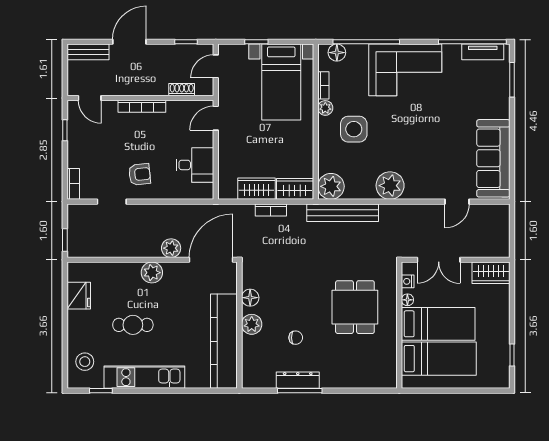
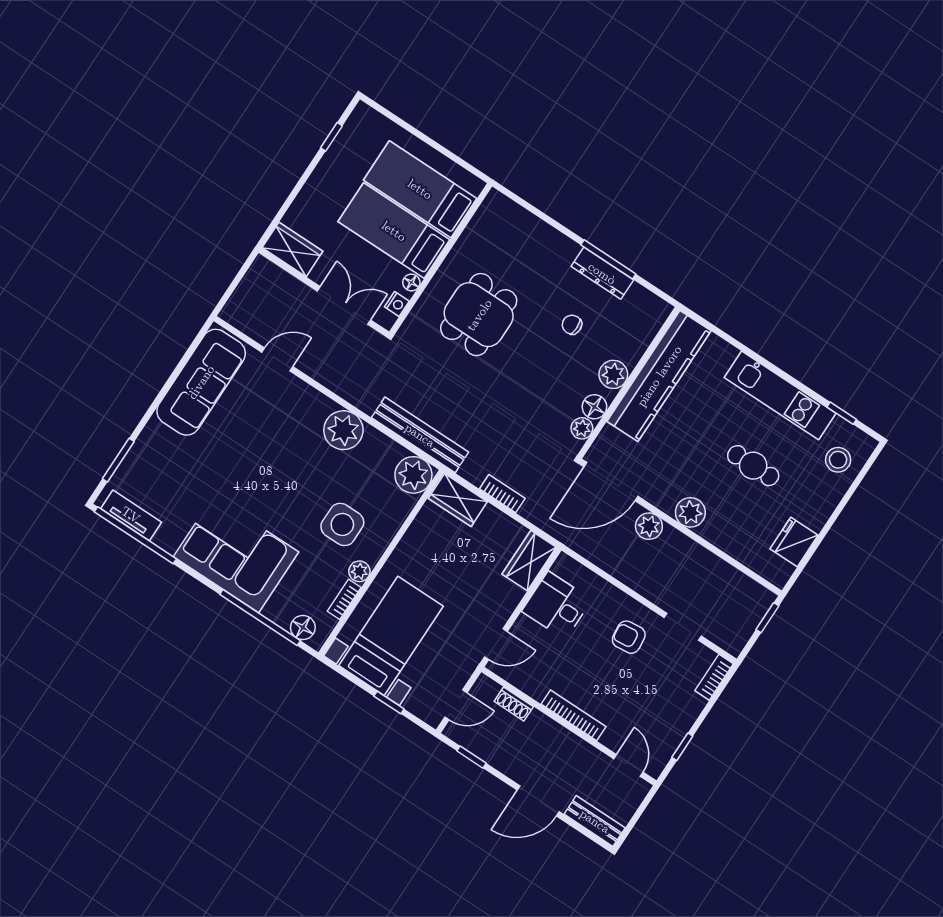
wardrobe: (256, 189) -> (529, 561), moved, turned 90
plant: (249, 280) -> (582, 428), added

